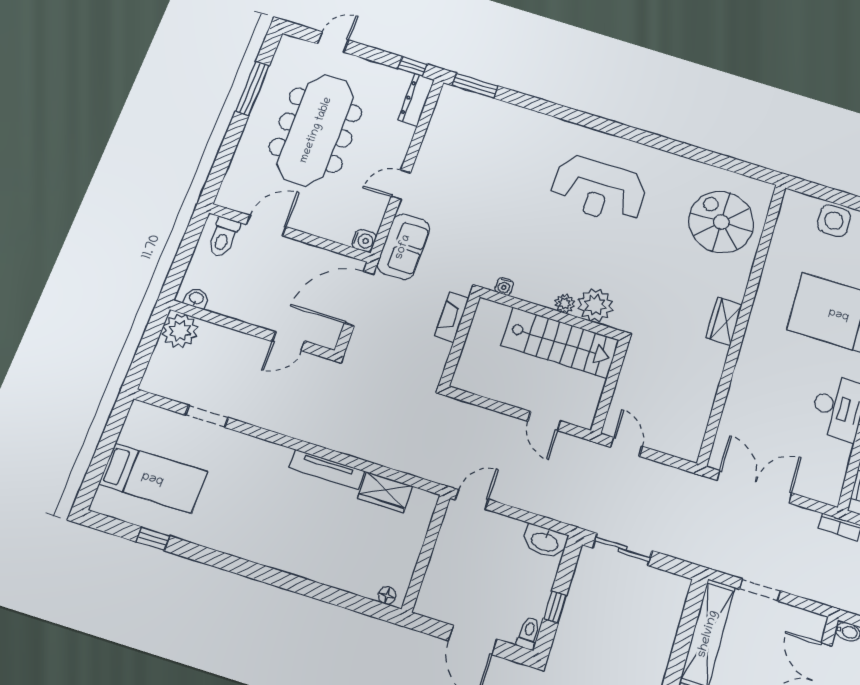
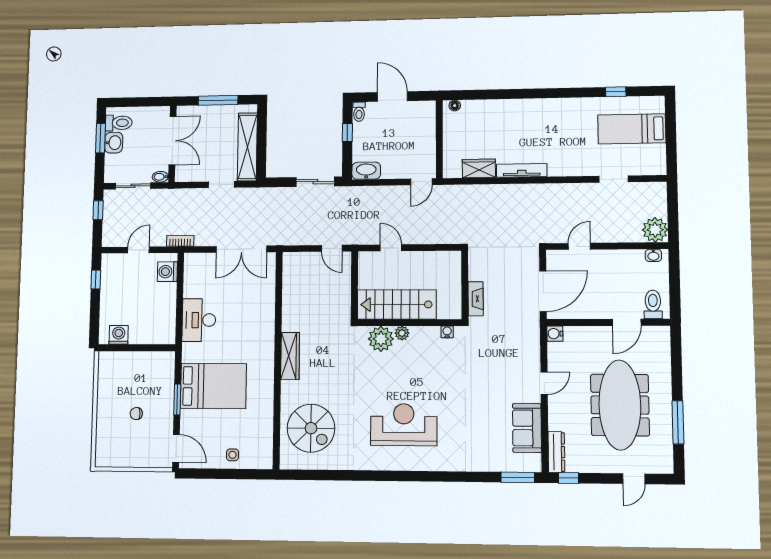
side table: (834, 221) -> (233, 455), width x0.54, depth x0.54
sofa: (403, 247) -> (527, 428), moved
wardrobe: (724, 321) -> (290, 356), width x1.50

